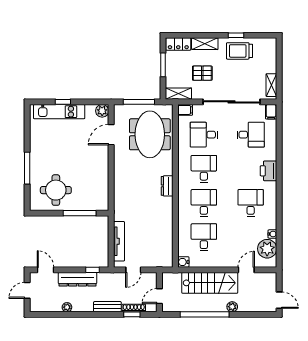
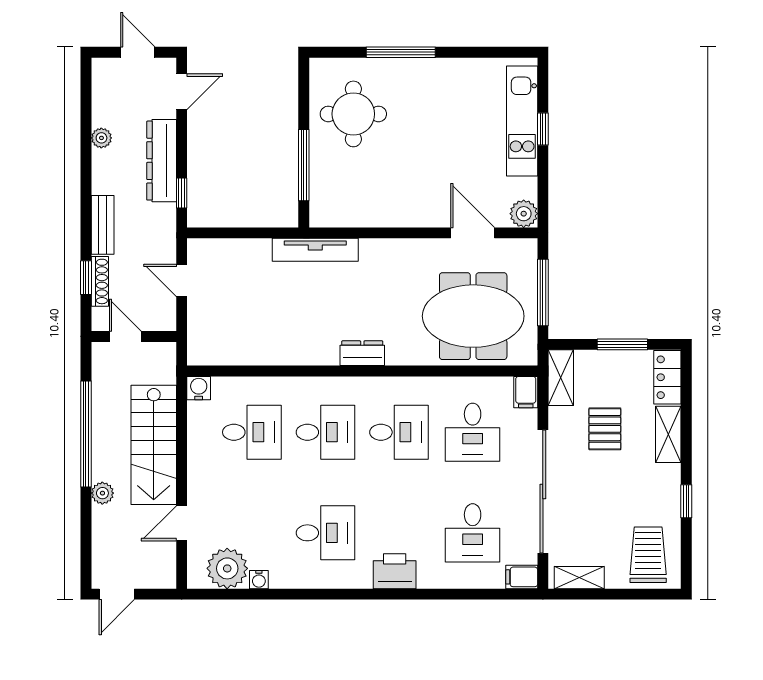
trolley: (240, 51) -> (648, 555), moved
desk: (204, 135) -> (473, 432), turned 180
tv unit: (119, 241) -> (315, 250), moved
door: (246, 270) -> (182, 523), swing flipped

